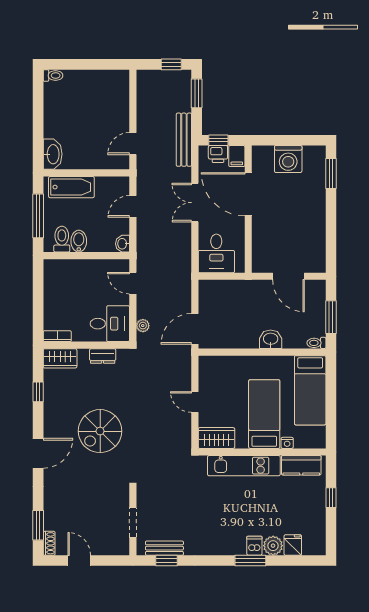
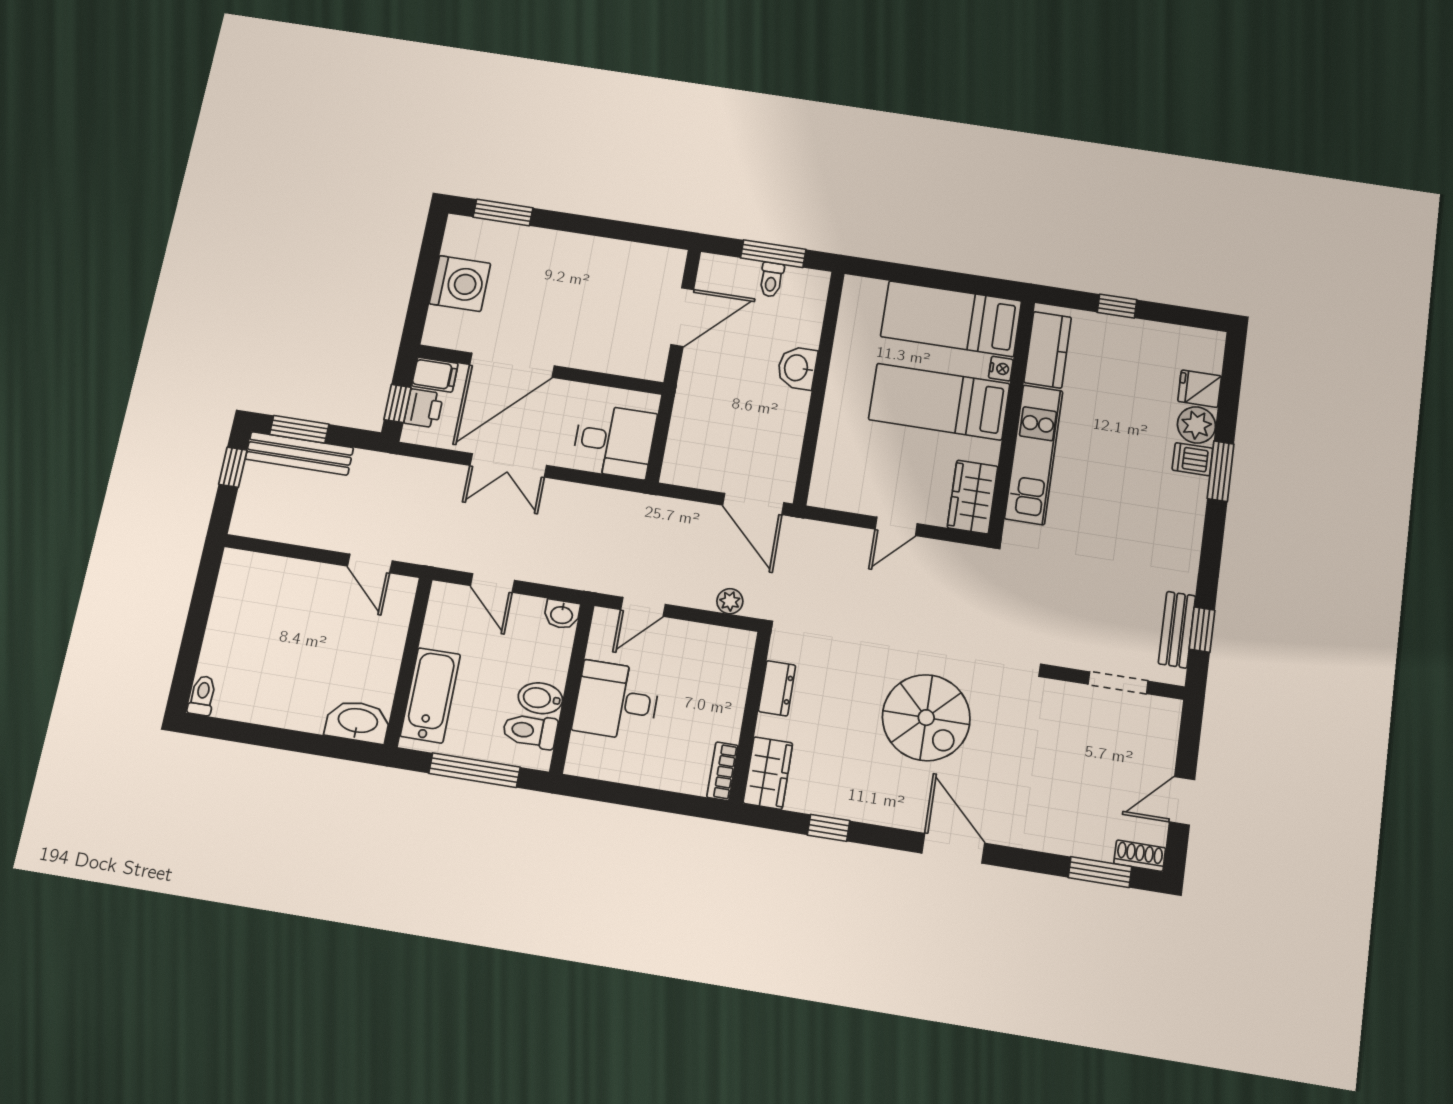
bench: (184, 140) -> (299, 453), moved
desk: (110, 324) -> (617, 701), moved, turned -90
toilet: (316, 343) -> (771, 280), moved
bed: (310, 390) -> (951, 319), moved, turned 180

